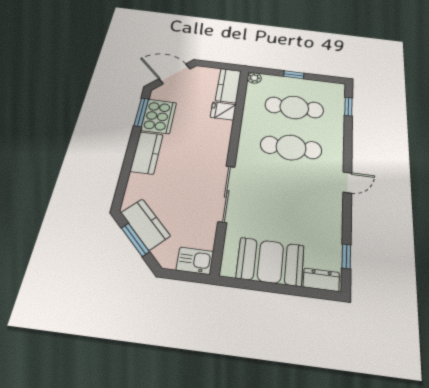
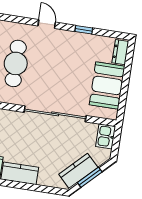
sliding door: (227, 194) -> (55, 114), width x1.36
window: (346, 256) -> (84, 30), moved

